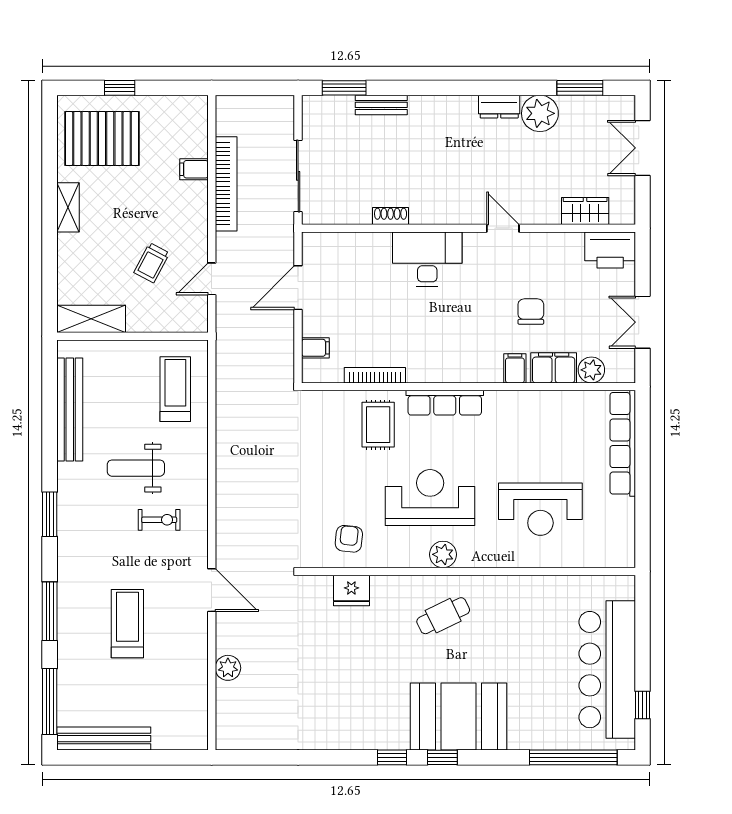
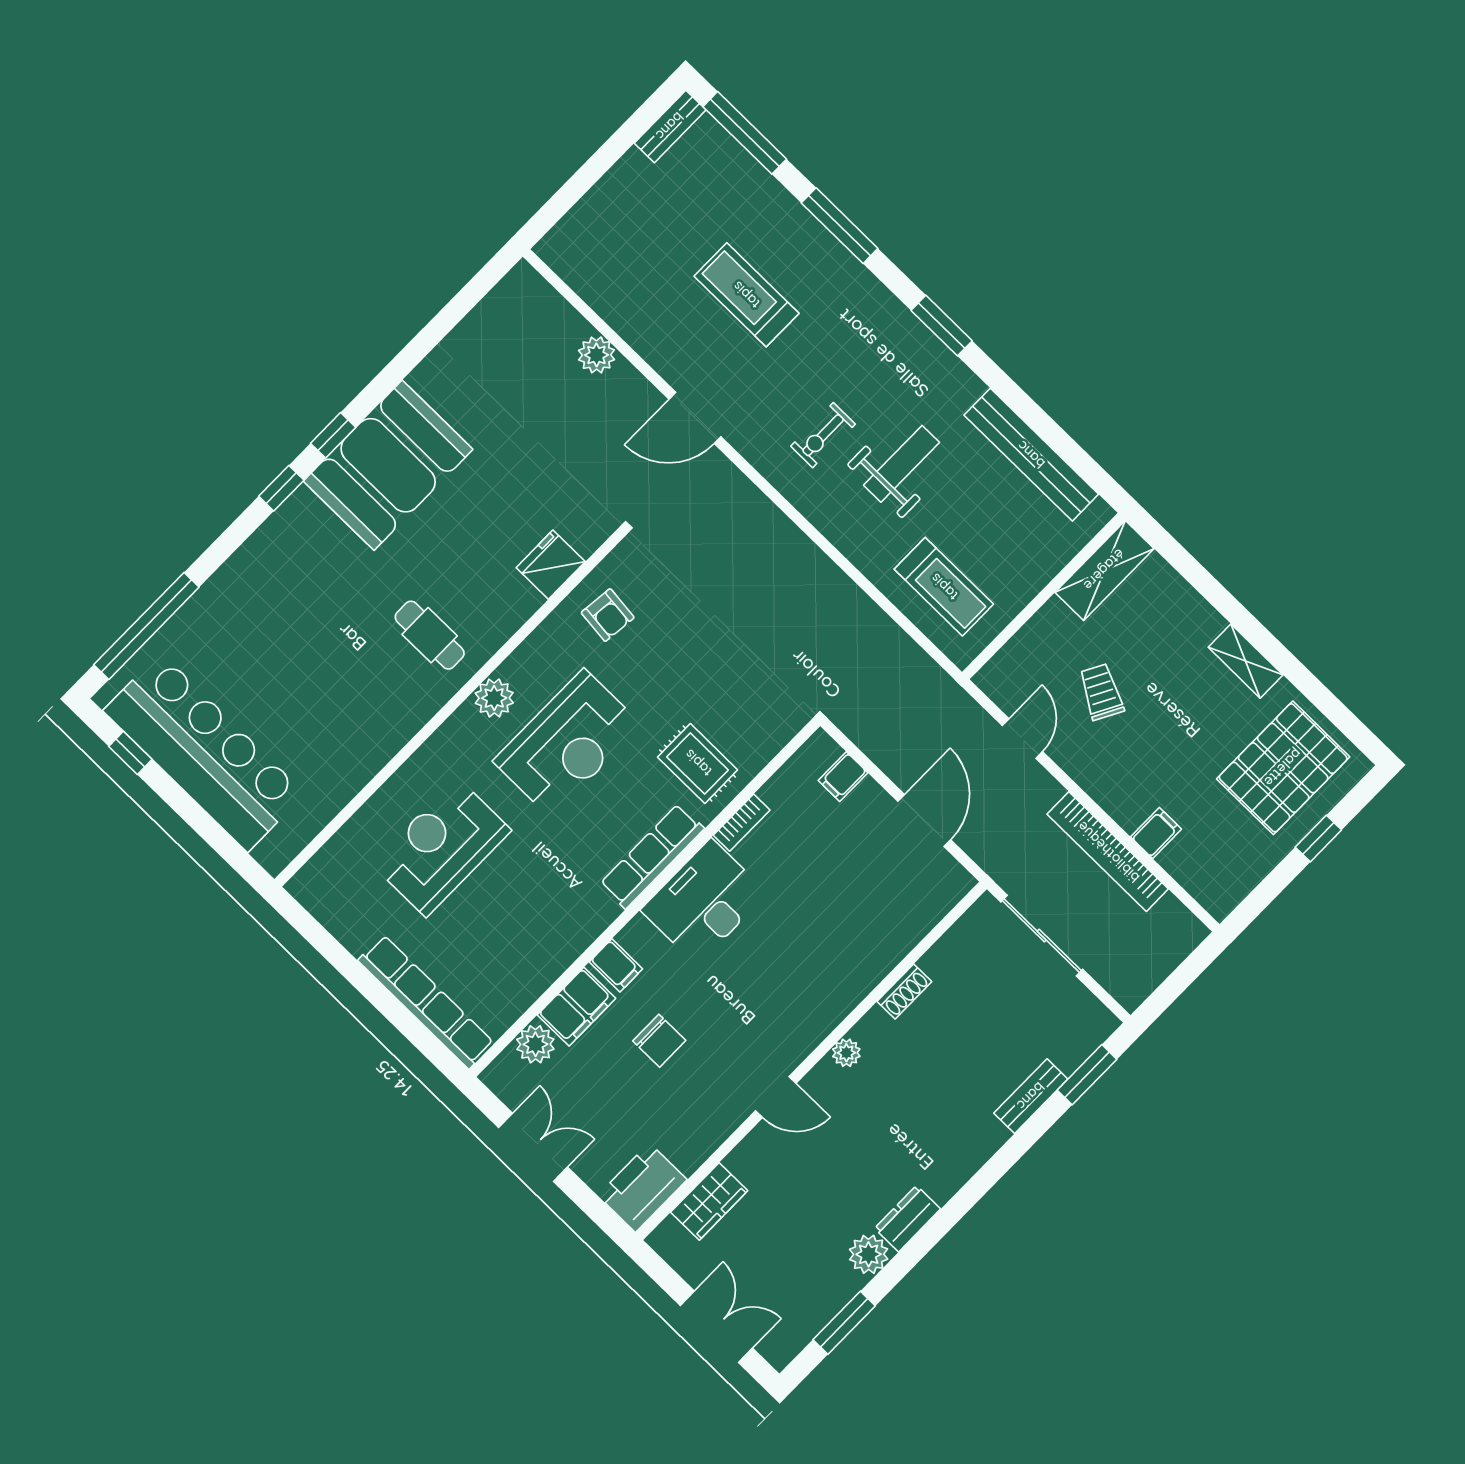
plant: (540, 113) -> (869, 1254), width x0.73, depth x0.73
plant: (448, 215) -> (846, 1053), added
desk: (427, 259) -> (704, 902), moved, turned 180
bookcase: (375, 375) -> (742, 823), width x0.64
cafe table: (443, 616) -> (430, 635), turned -64
treadmill: (127, 624) -> (746, 295), turned 180
booth: (459, 717) -> (388, 465), moved
bench: (104, 739) -> (670, 126), width x0.54, depth x0.82

